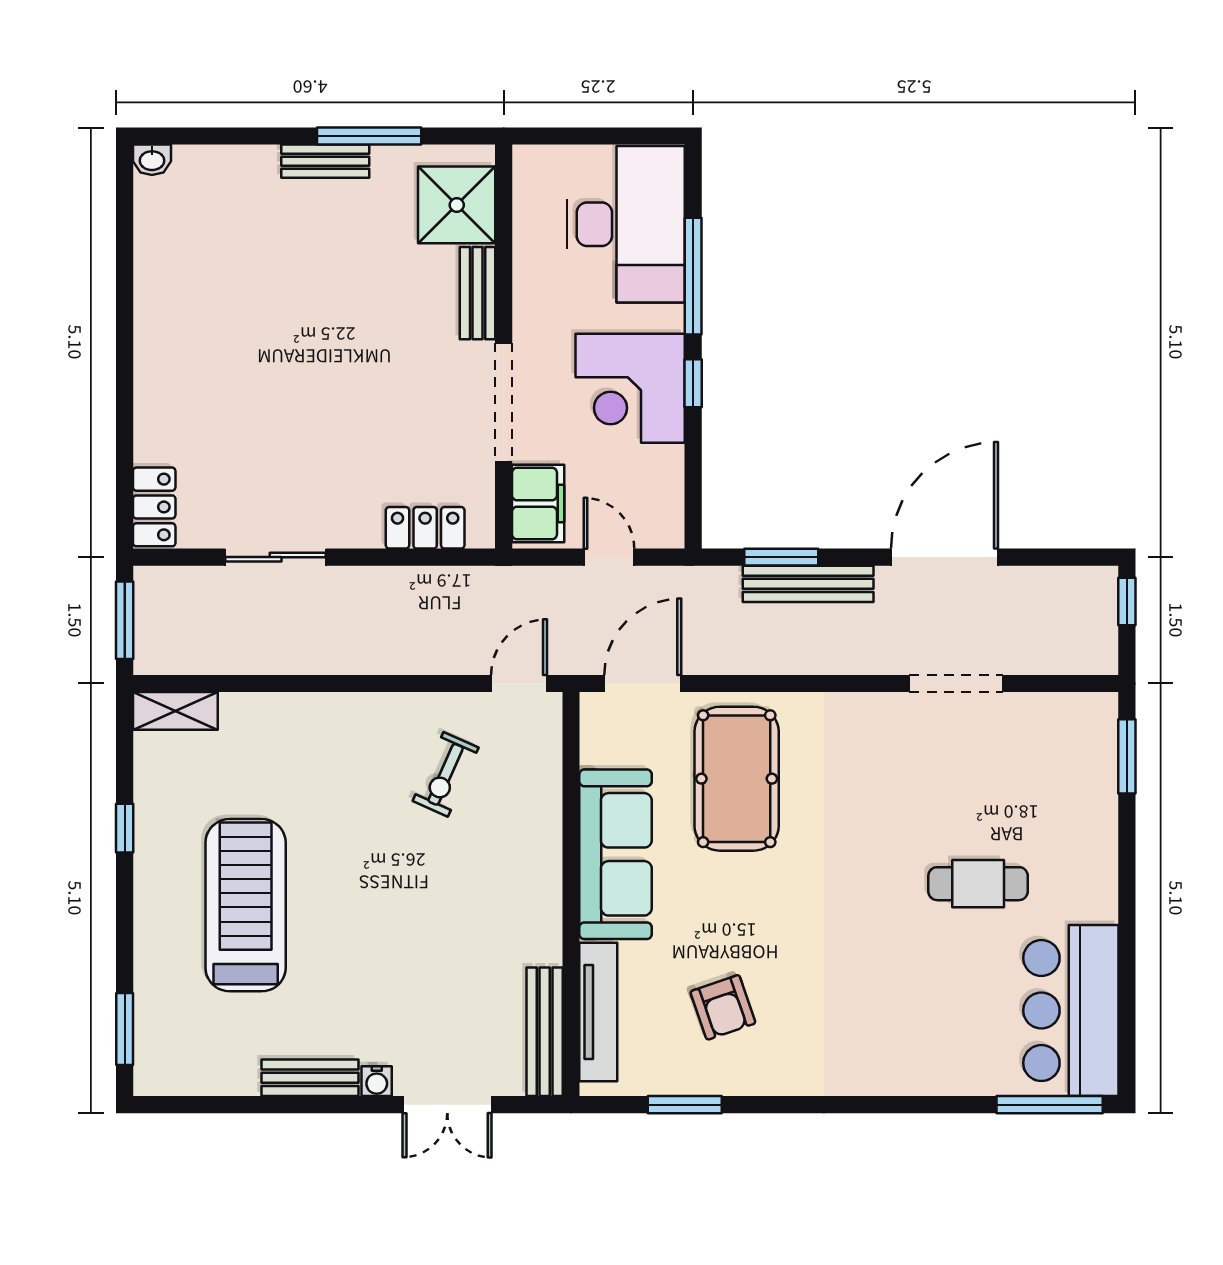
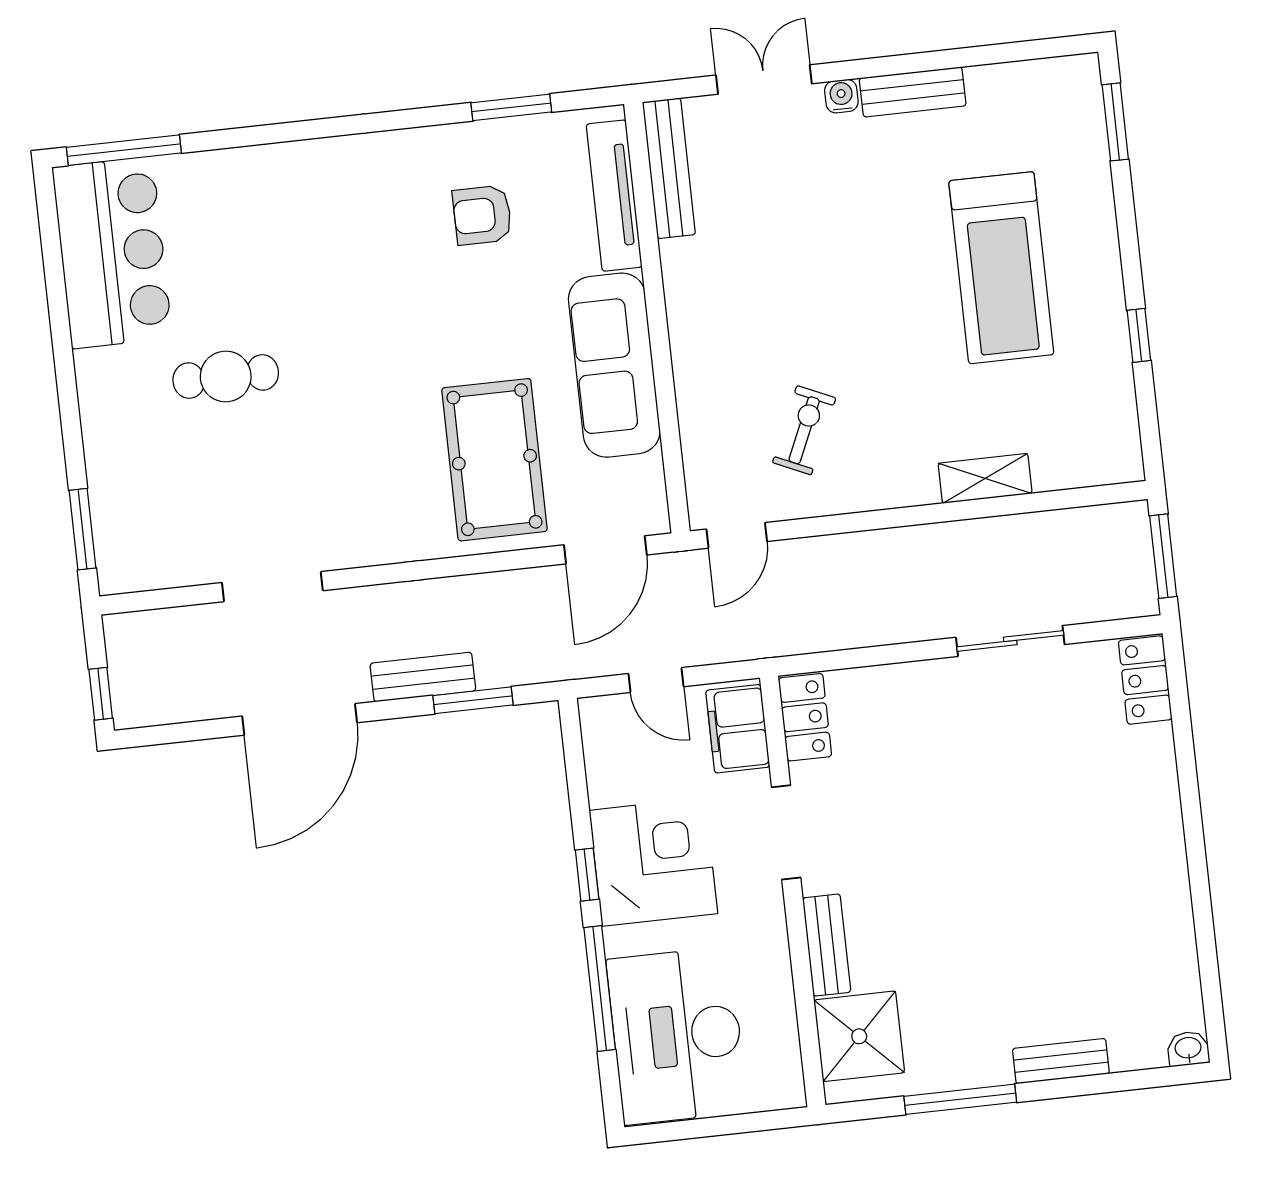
bench: (325, 161) -> (1061, 1061), moved
doorway: (504, 402) -> (786, 832), width x0.73
locker: (425, 528) -> (805, 717), moved, turned -90
bench: (808, 584) -> (423, 677), width x0.73
shelving: (175, 711) -> (985, 478), moved
armchair: (723, 1007) -> (482, 215), turned -71

